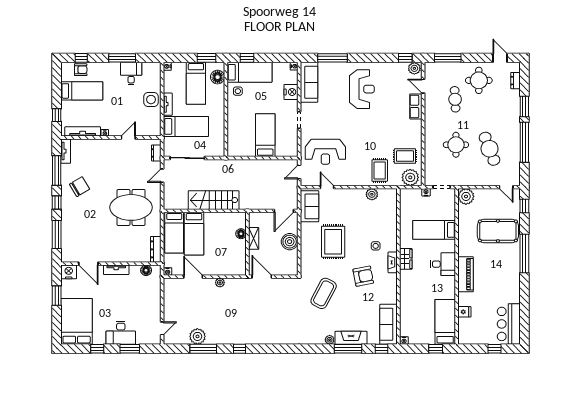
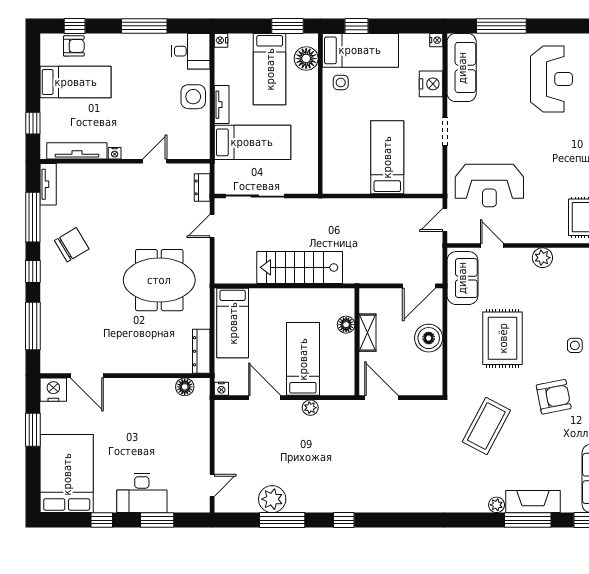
desk: (131, 74) -> (191, 51), moved, turned 90
plant: (372, 194) -> (542, 258), moved
bed: (194, 234) -> (303, 359), moved, turned 180
tv unit: (116, 270) -> (134, 386), removed

